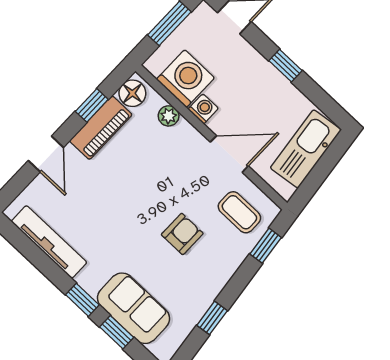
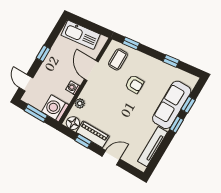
washing machine: (185, 79) -> (55, 108), moved
armchair: (182, 234) -> (134, 84), turned 180
sofa: (133, 308) -> (172, 105), width x1.36

